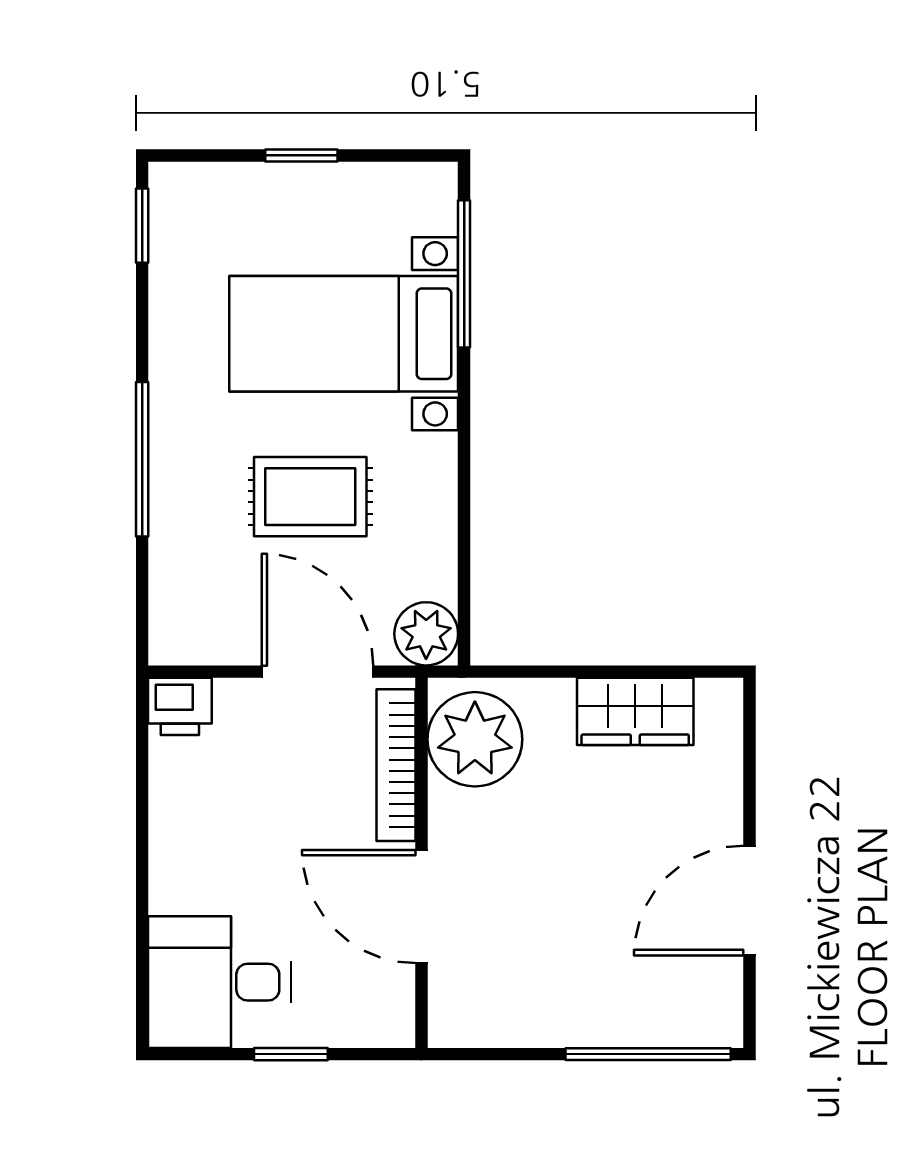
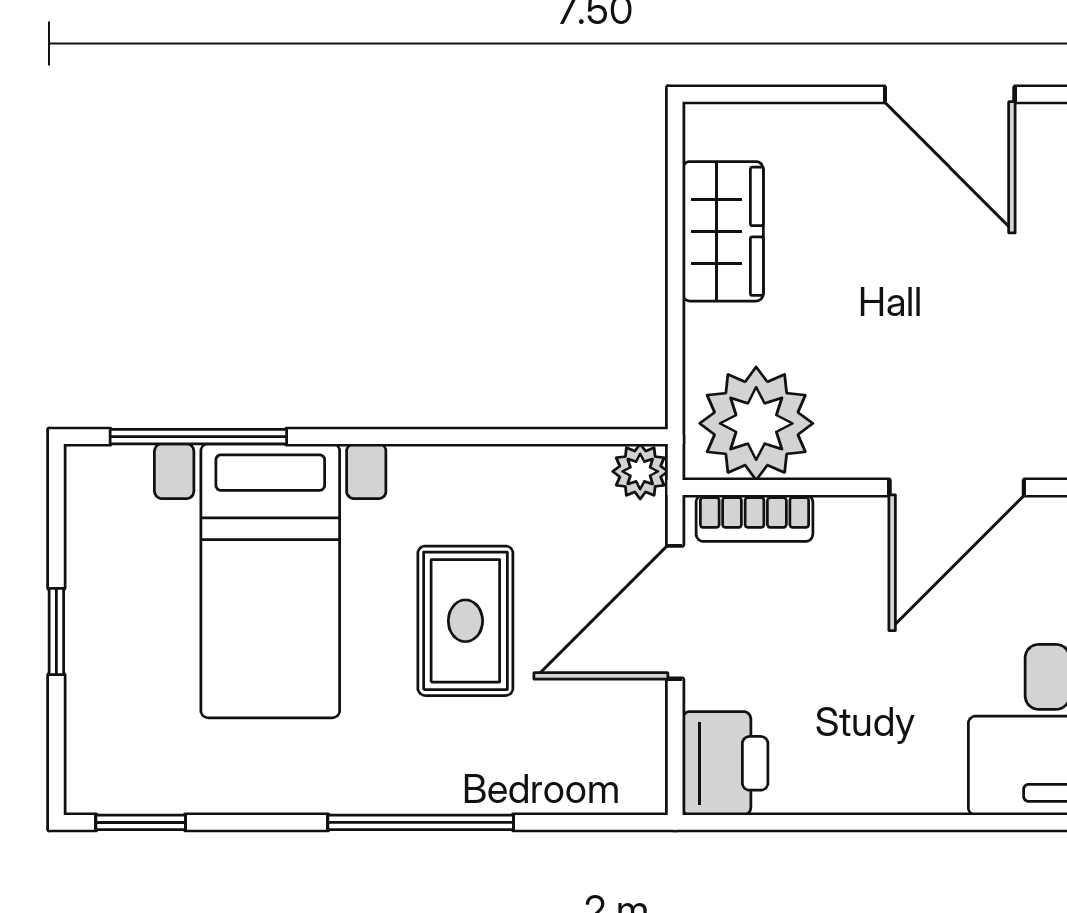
plant: (426, 634) -> (640, 471), width x0.73, depth x0.73
printer: (180, 706) -> (725, 763), width x1.36, depth x1.24
bookcase: (396, 765) -> (754, 518), width x0.64

